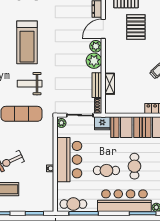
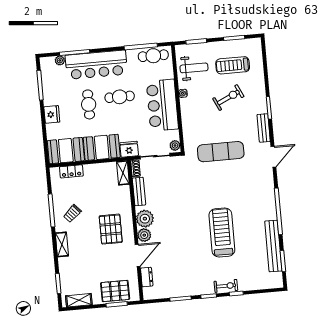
pallet: (136, 27) -> (111, 229), moved
weight bench: (30, 84) -> (194, 68), moved
shelving: (110, 84) -> (123, 173), moved

